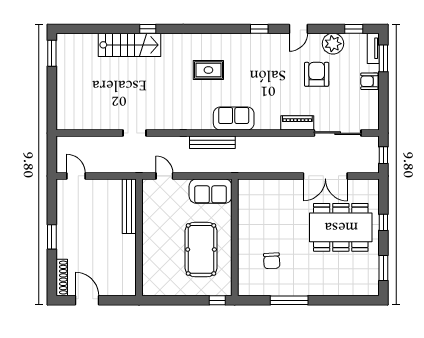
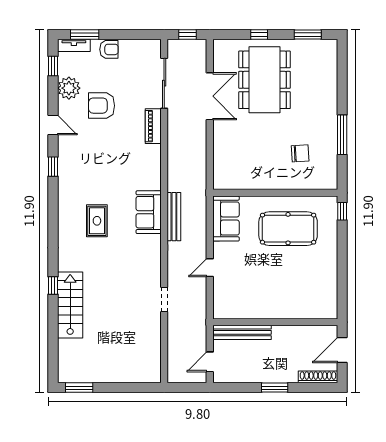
armchair: (369, 81) -> (109, 49), turned -90
sofa: (234, 119) -> (149, 212), moved
bench: (129, 206) -> (242, 332), moved
wall: (139, 237) -> (275, 322), moved

